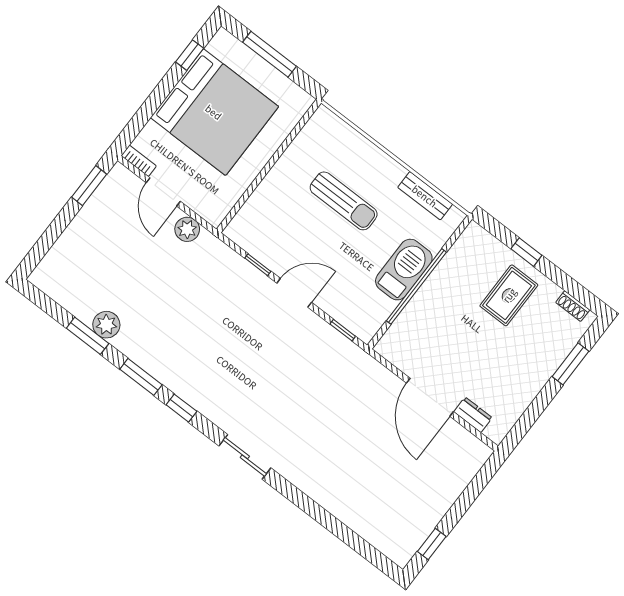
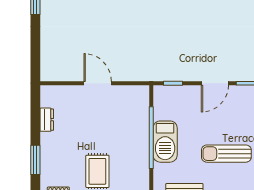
door: (430, 397) -> (98, 83), width x0.73
dresser: (473, 415) -> (47, 120), moved, turned -90

